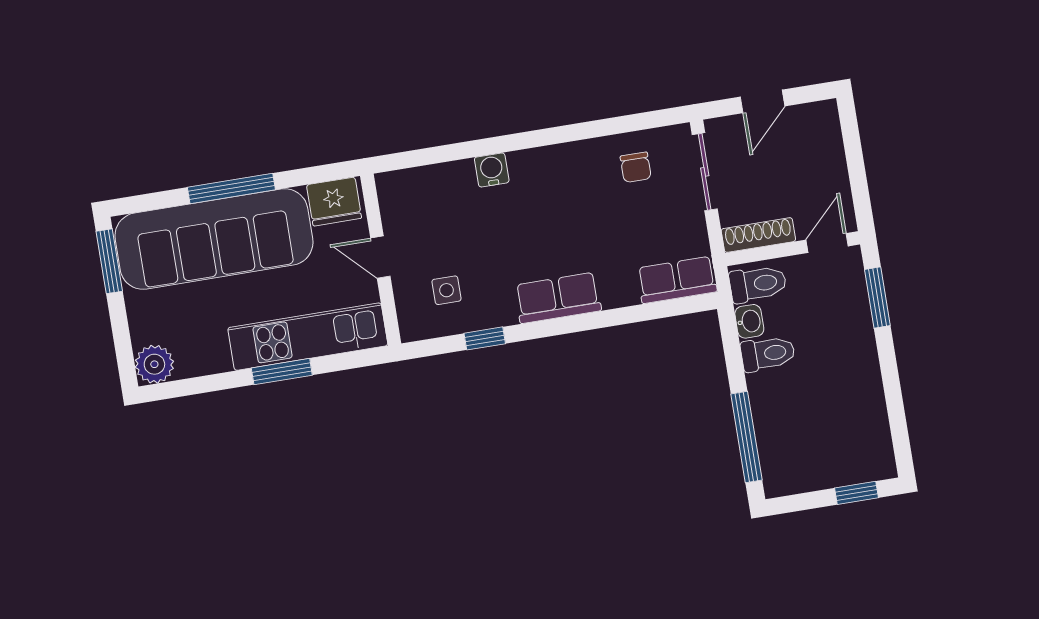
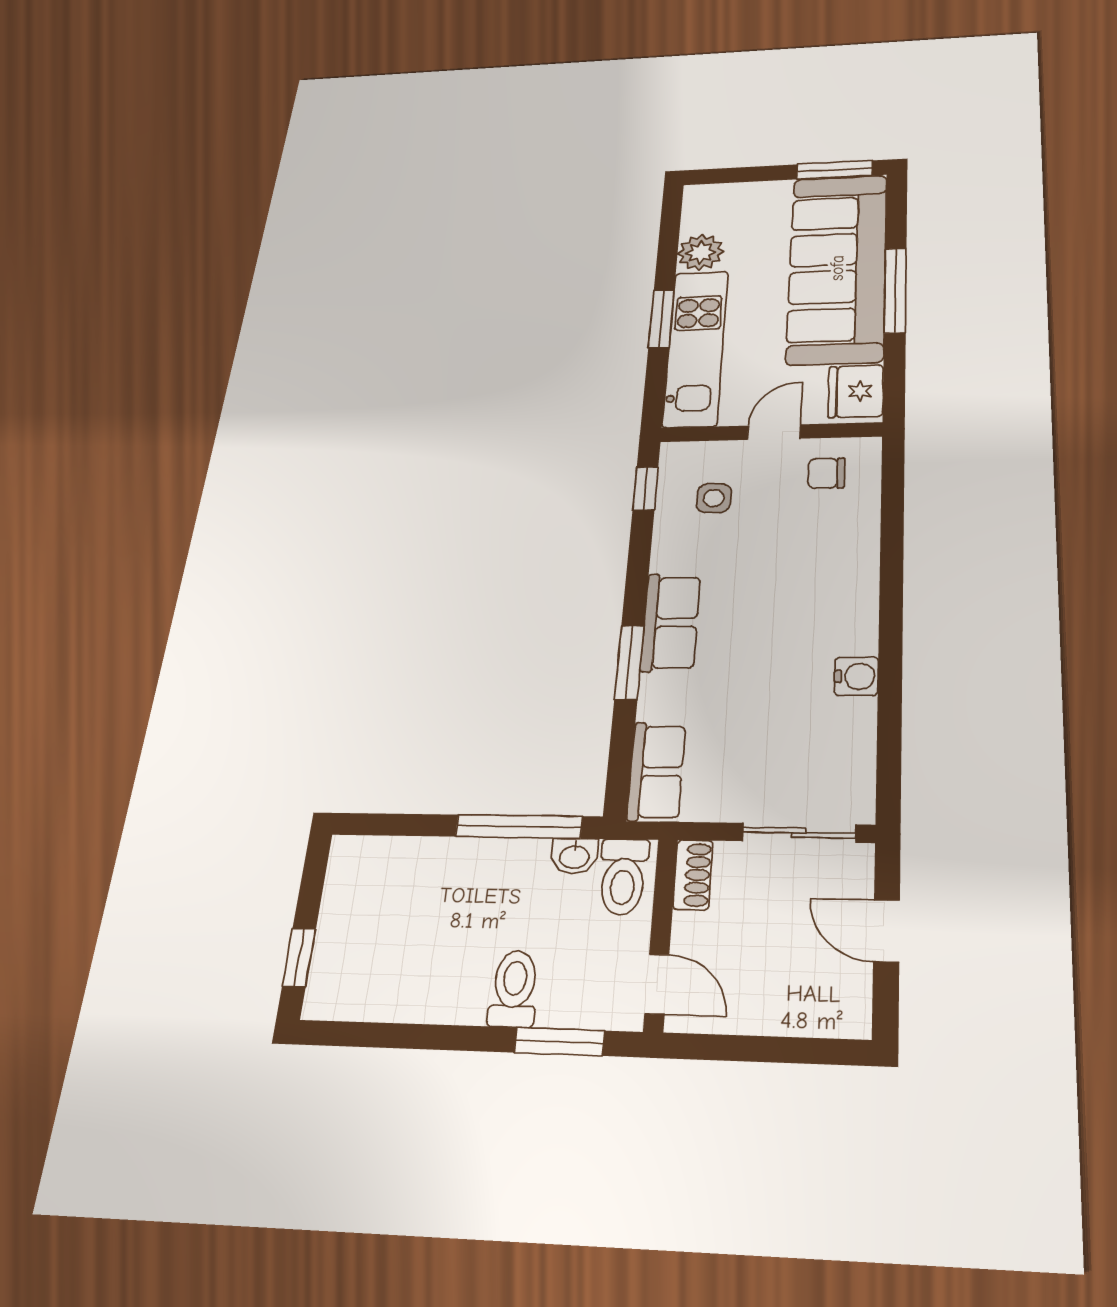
chair: (636, 167) -> (826, 473), moved
water cooler: (492, 170) -> (856, 676), moved
shoe rack: (758, 235) -> (693, 875), width x0.70
window: (595, 320) -> (629, 662), added
window: (485, 338) -> (646, 488), moved
toilet: (768, 354) -> (514, 989), moved, turned 180
plant: (154, 364) -> (700, 252), moved
window: (746, 437) -> (519, 826), moved

